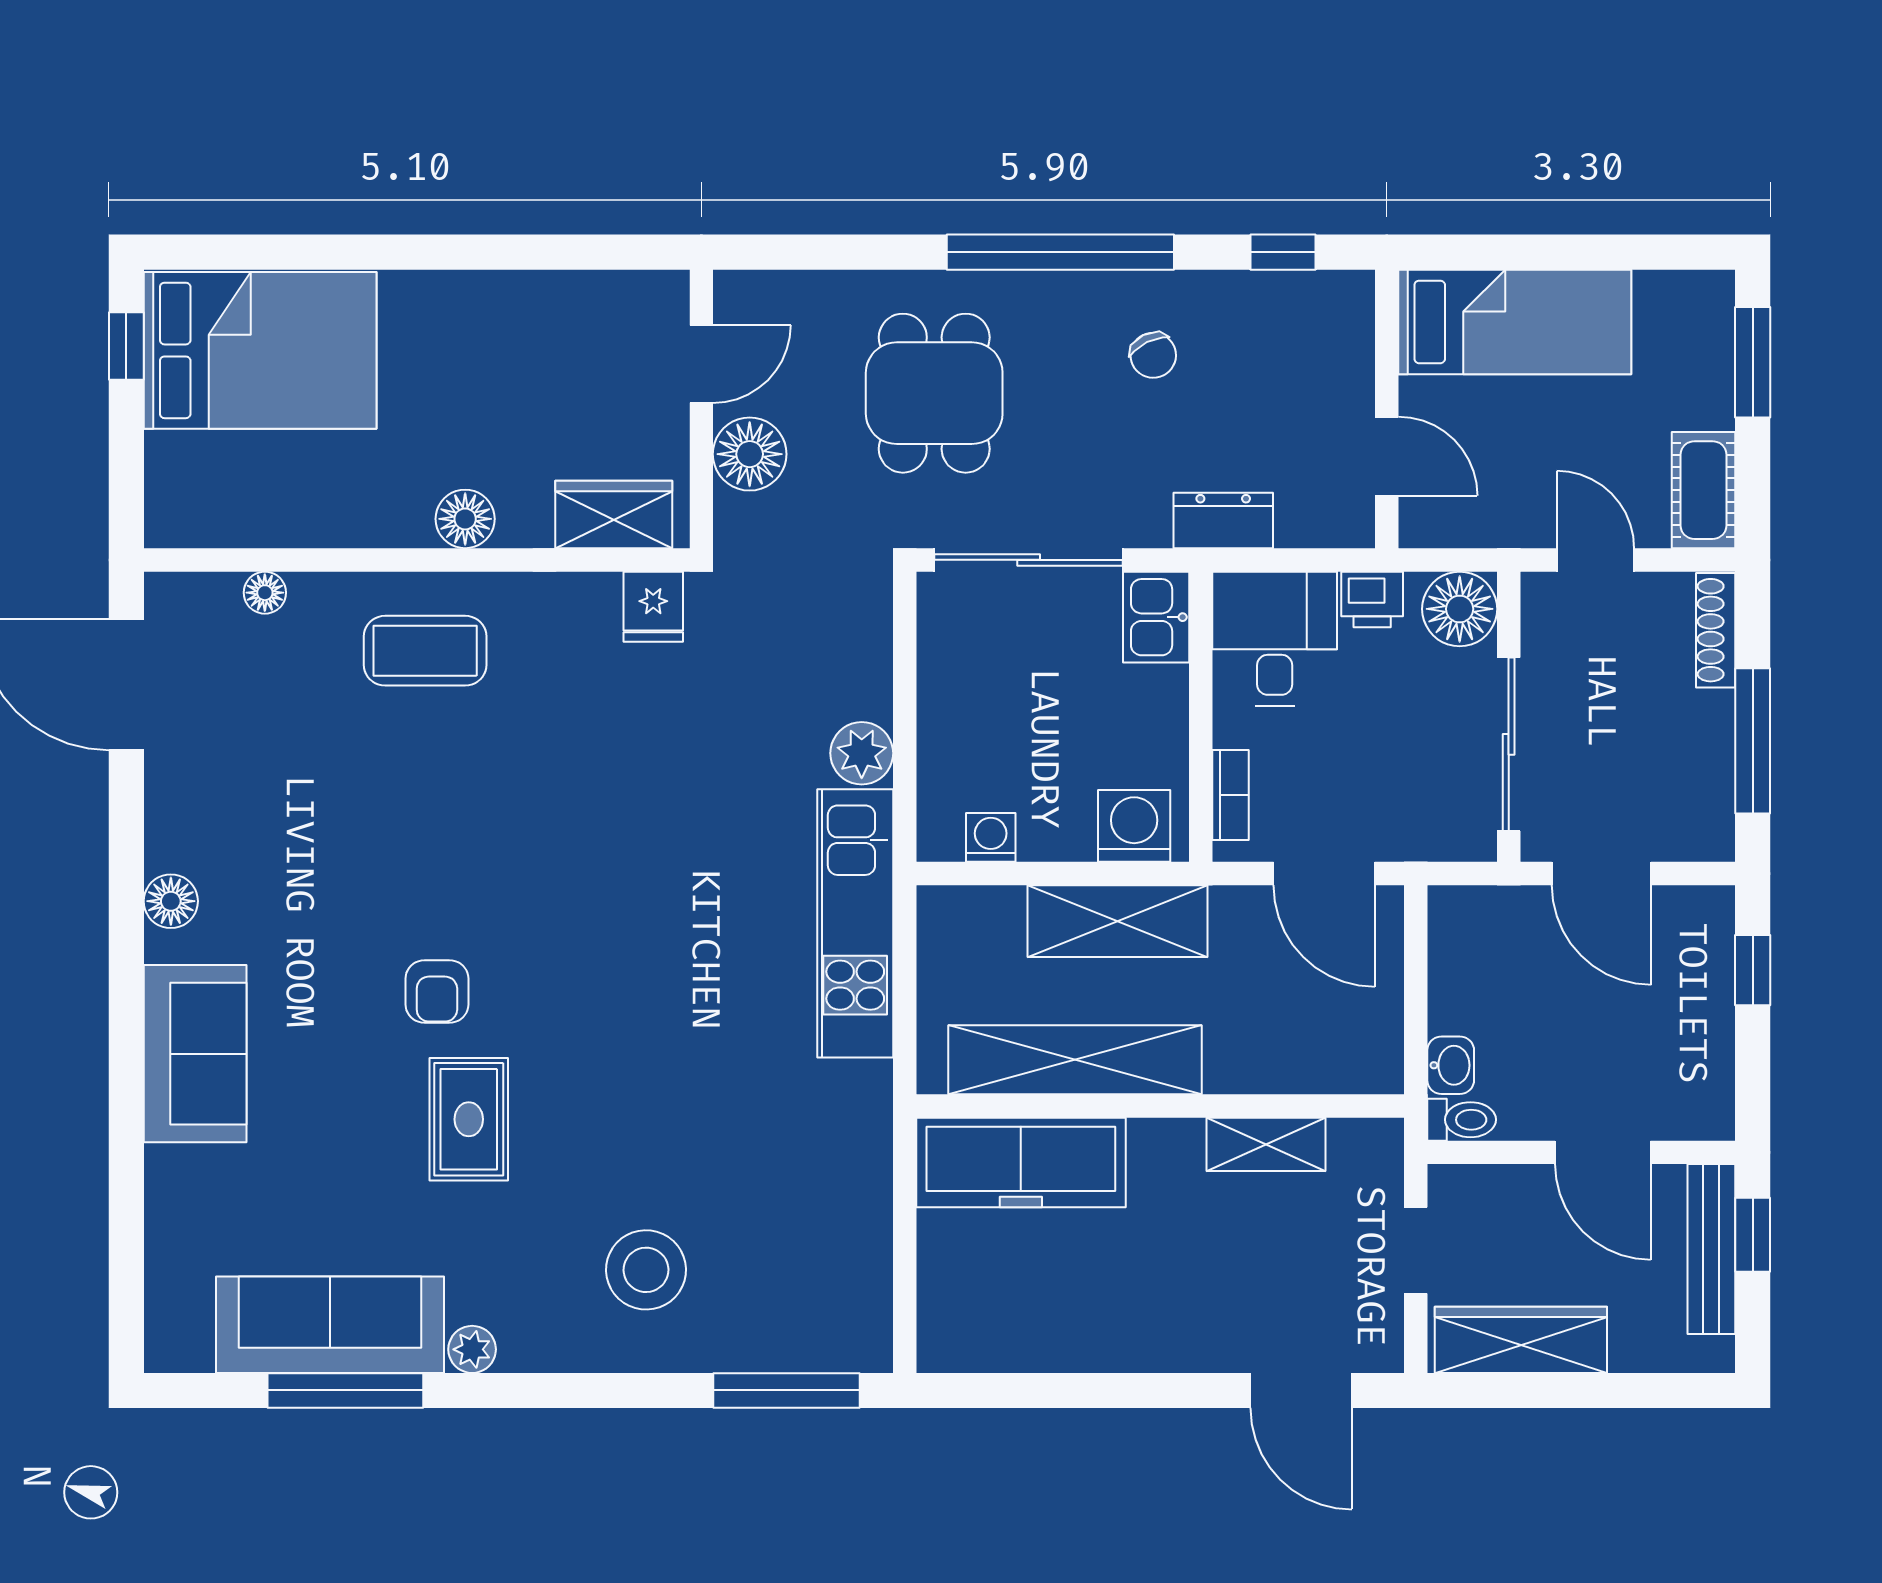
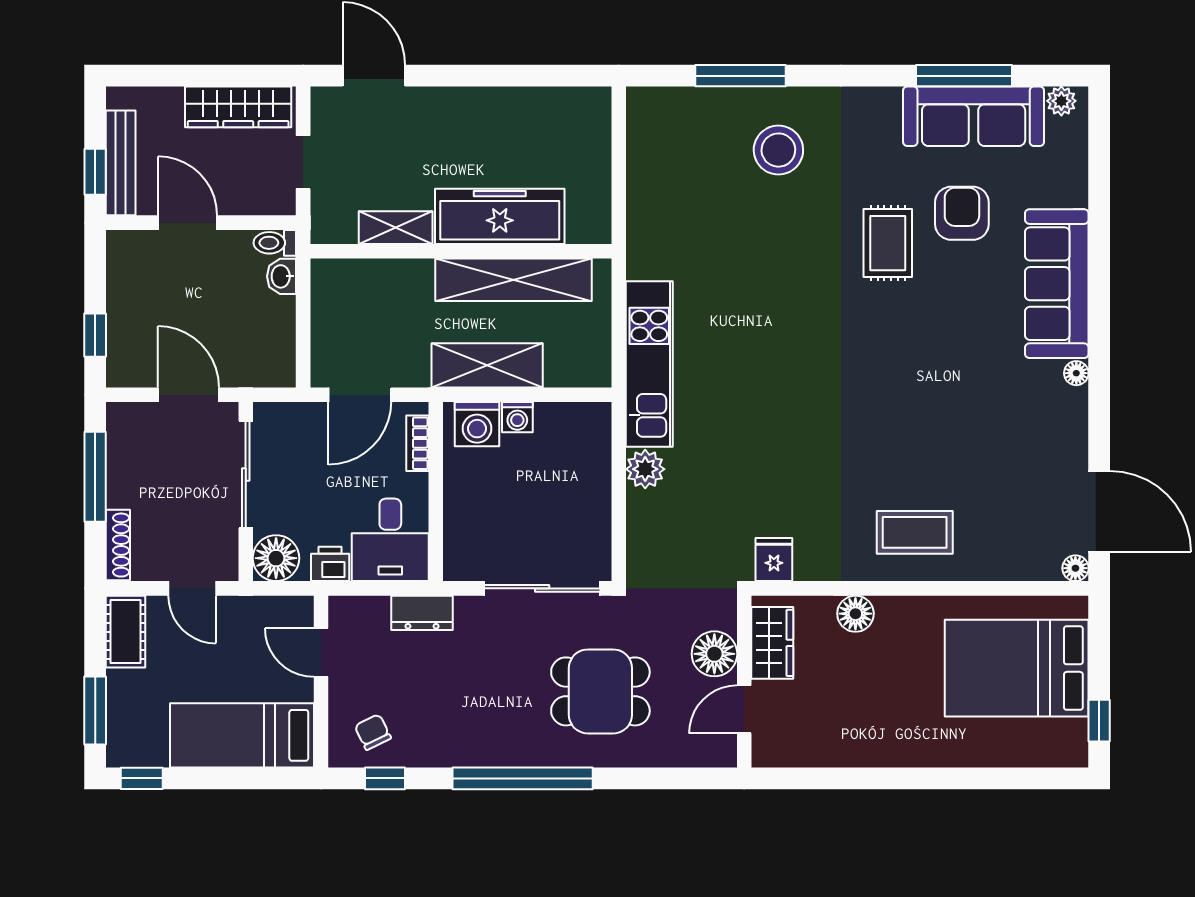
window: (1677, 252) -> (142, 778), added
bed: (260, 350) -> (1017, 668), moved
chair: (1153, 355) -> (373, 732), moved
dining table: (934, 393) -> (600, 691), turned 90
wardrobe: (614, 514) -> (772, 643), moved, turned -90
floor lamp: (465, 519) -> (855, 614), moved
floor lamp: (265, 593) -> (1075, 568), moved
kitchen sink: (1156, 617) -> (463, 553), removed
washing machine: (991, 837) -> (517, 417), moved
door: (1324, 874) -> (360, 395), swing flipped
floor lamp: (171, 901) -> (1076, 373), width x0.73, depth x0.73
armchair: (437, 992) -> (962, 213), moved, width x1.38, depth x1.38
sofa: (195, 1054) -> (1057, 284), width x1.36
freezer: (1021, 1162) -> (500, 216), moved
plant: (472, 1349) -> (1061, 101), moved
window: (787, 1390) -> (741, 76), moved

